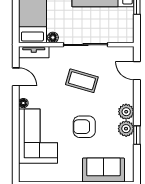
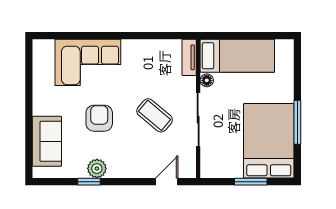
door: (16, 77) -> (159, 36), removed
coffee table: (82, 81) -> (155, 115), turned -66
floor lamp: (23, 103) -> (128, 45), removed
plant: (126, 112) -> (117, 169), removed

